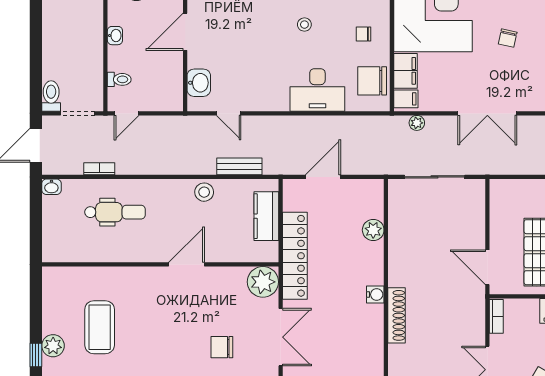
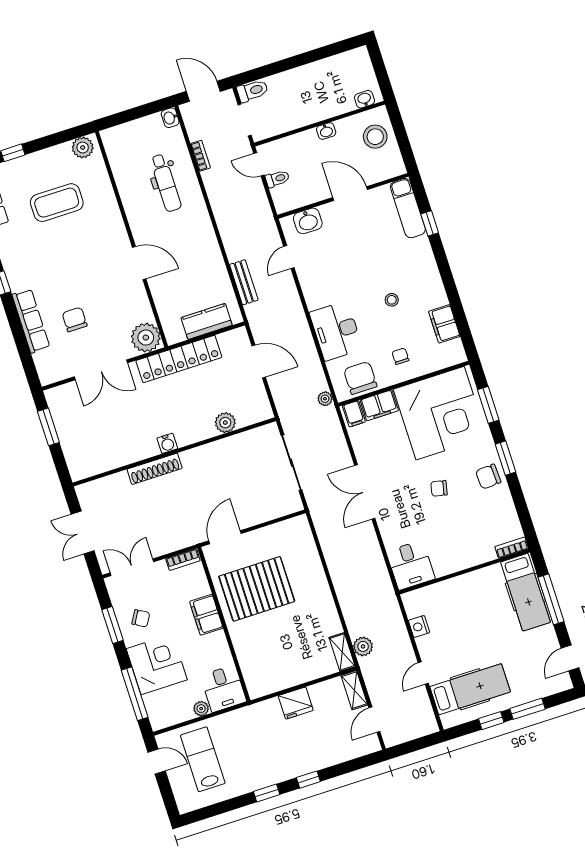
toilet: (119, 79) -> (277, 179), moved, turned -90
plant: (417, 123) -> (325, 399), moved
stool: (204, 192) -> (210, 258), removed
plant: (53, 346) -> (83, 148), moved

